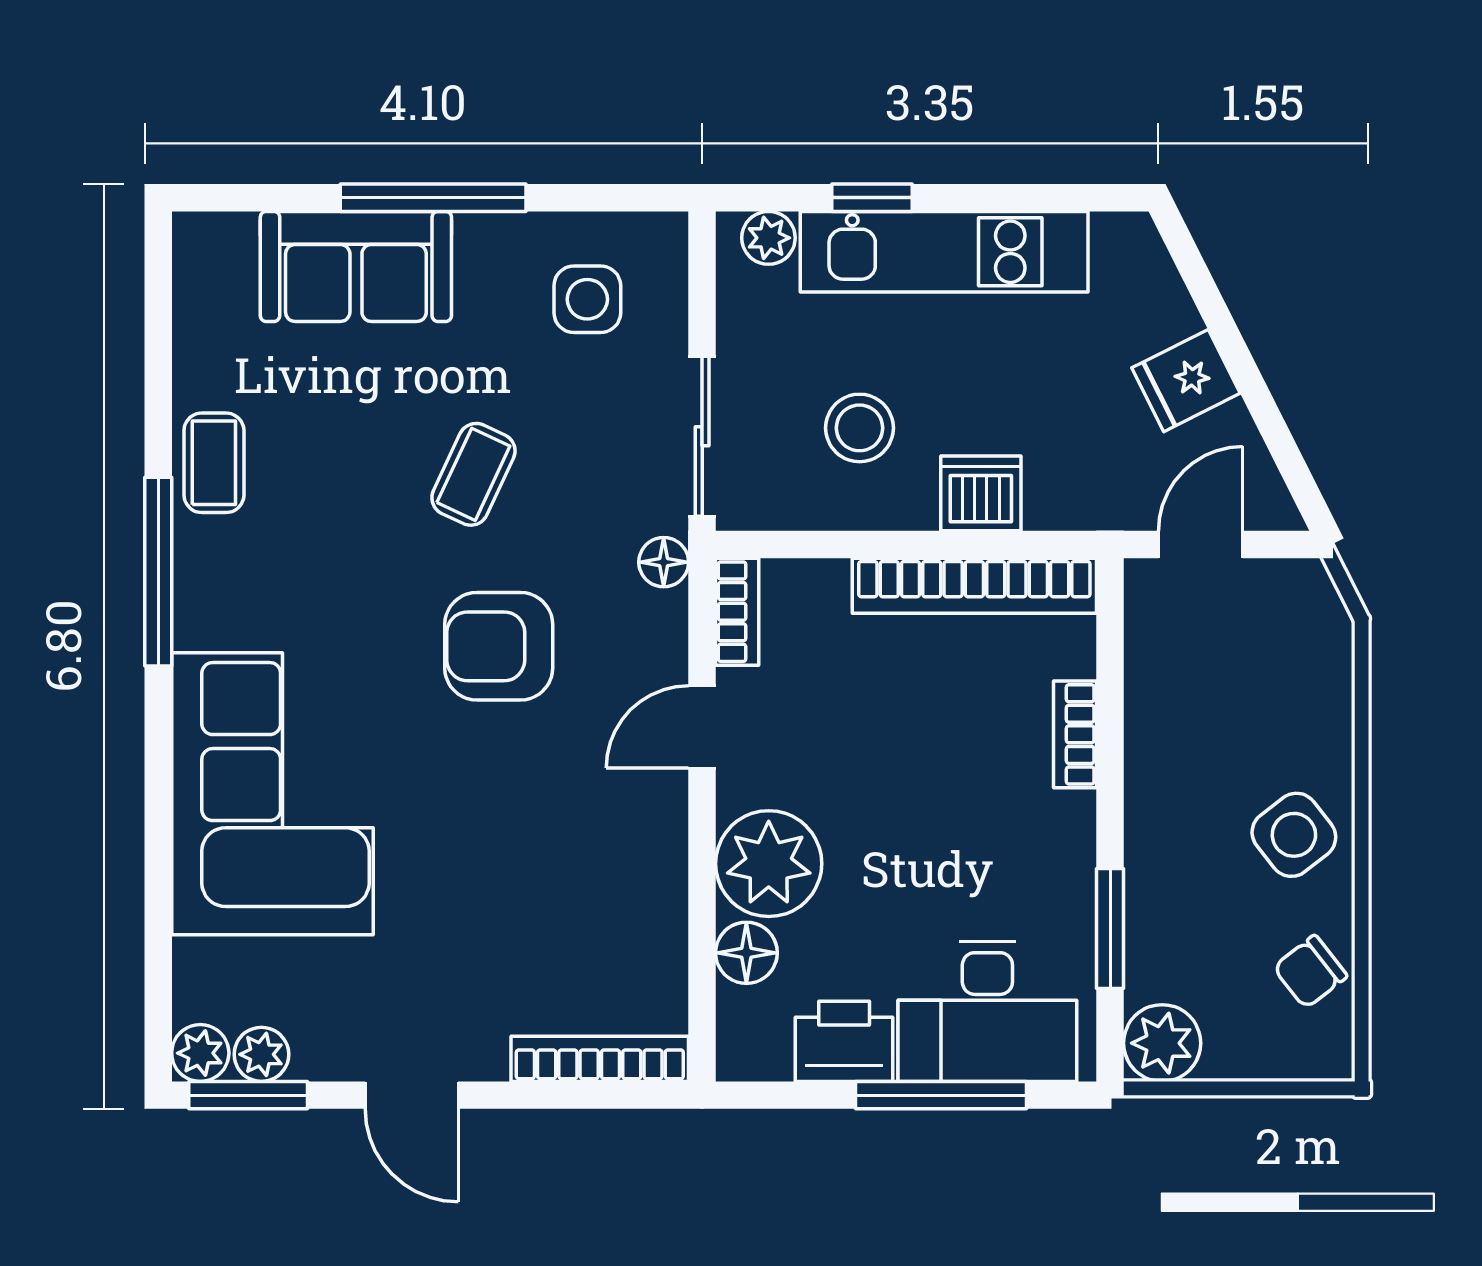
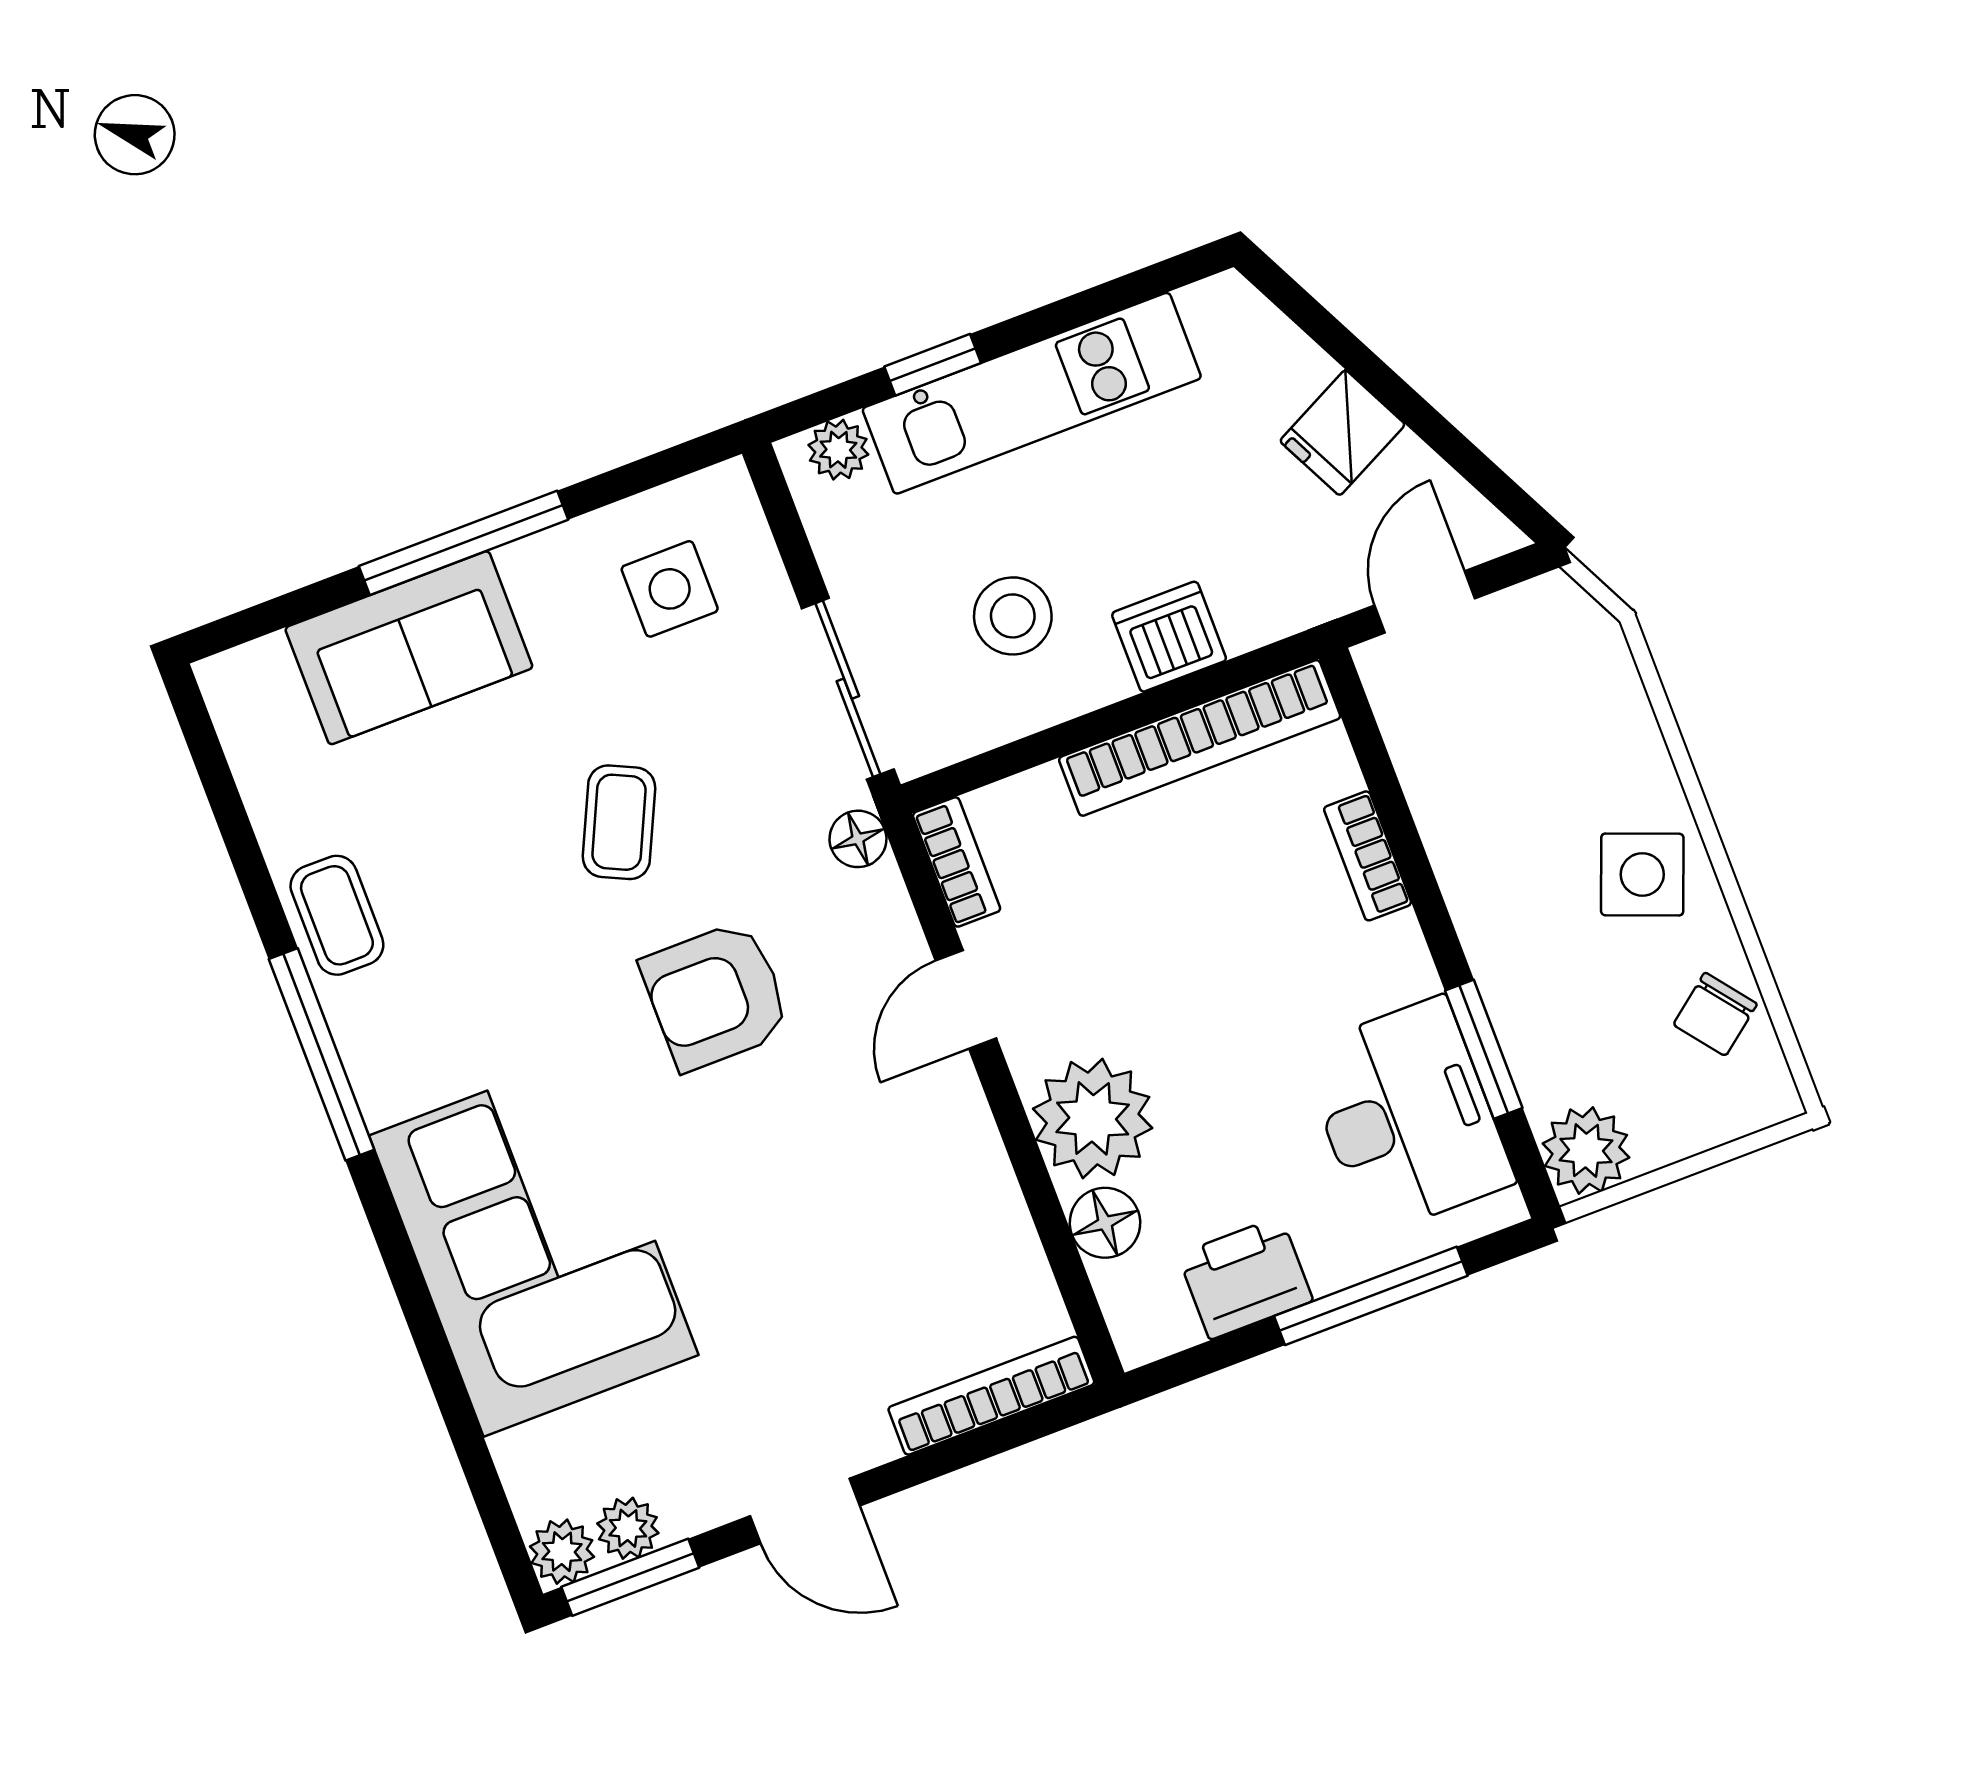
side table: (1294, 835) -> (1642, 874), turned -31
desk: (987, 1011) -> (1407, 1116), moved, turned -90

